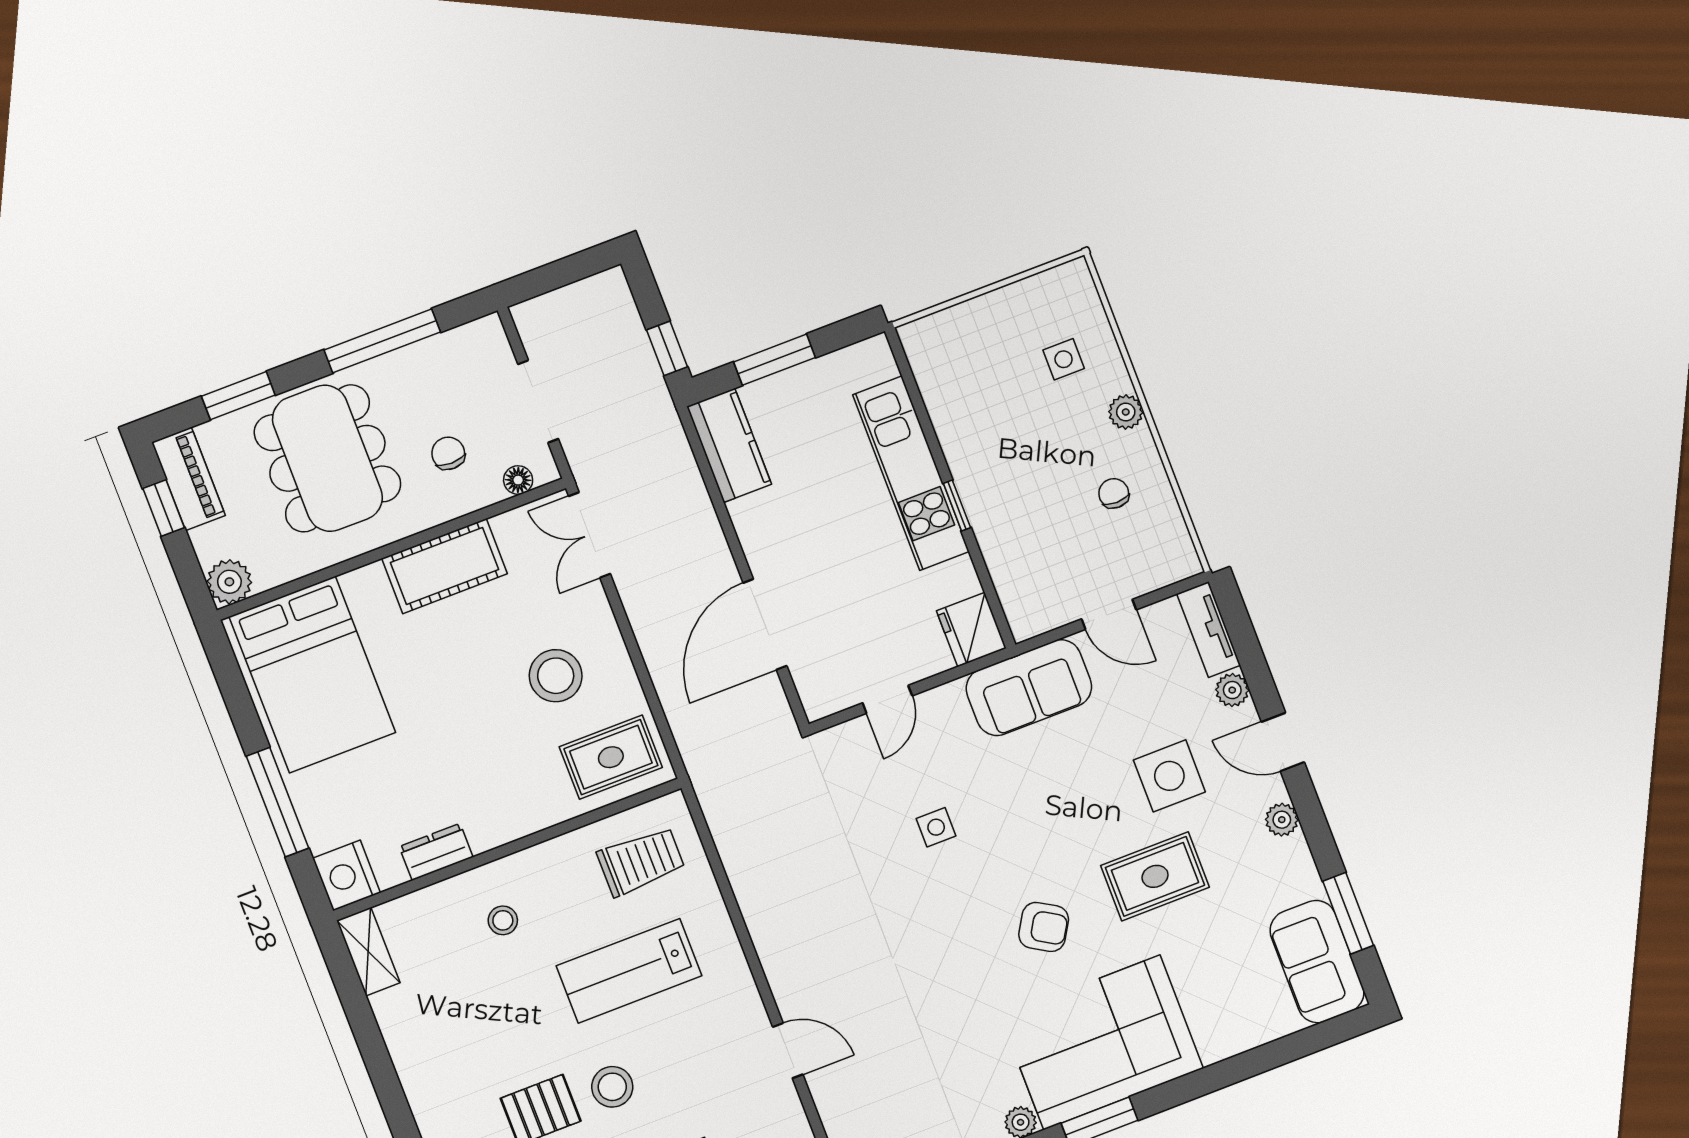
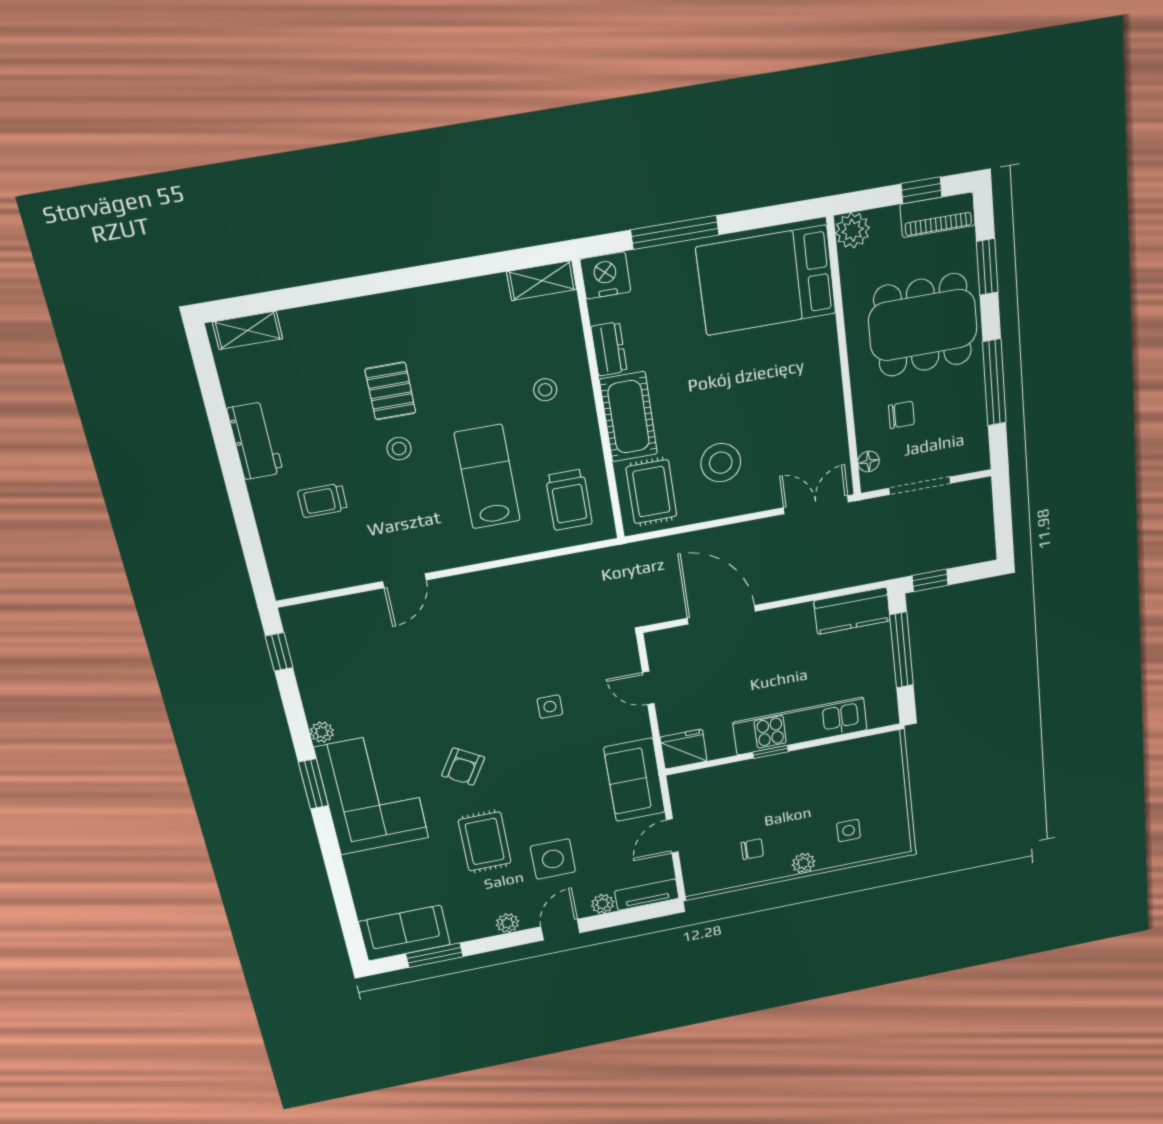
window: (775, 360) -> (901, 650), width x1.44
cot: (444, 566) -> (629, 417), moved
stool: (612, 1087) -> (399, 449), width x0.73, depth x0.73

